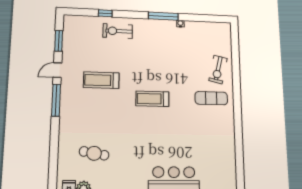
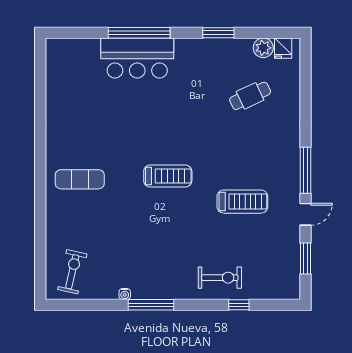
exercise bike: (218, 69) -> (72, 272), moved
cafe table: (94, 153) -> (250, 96), turned -35

